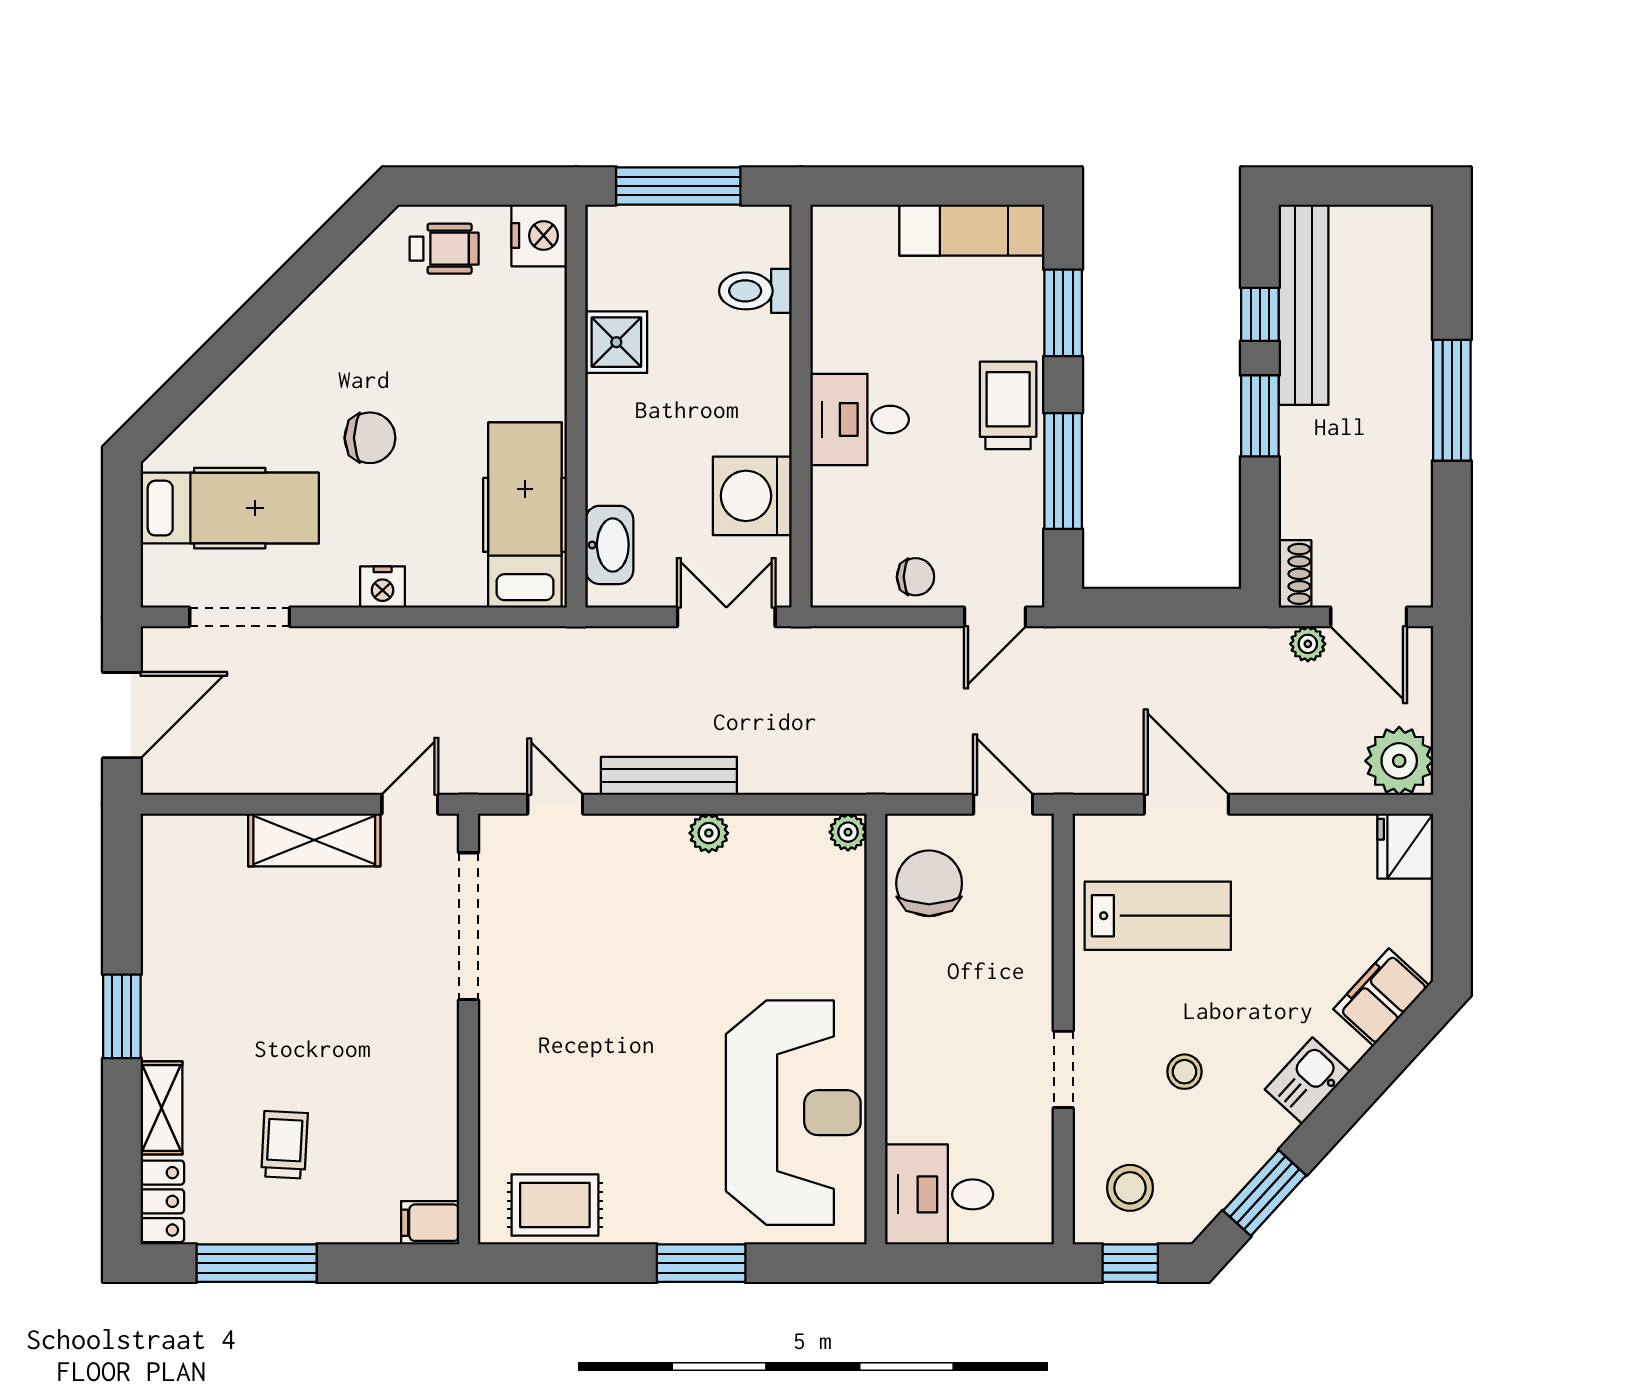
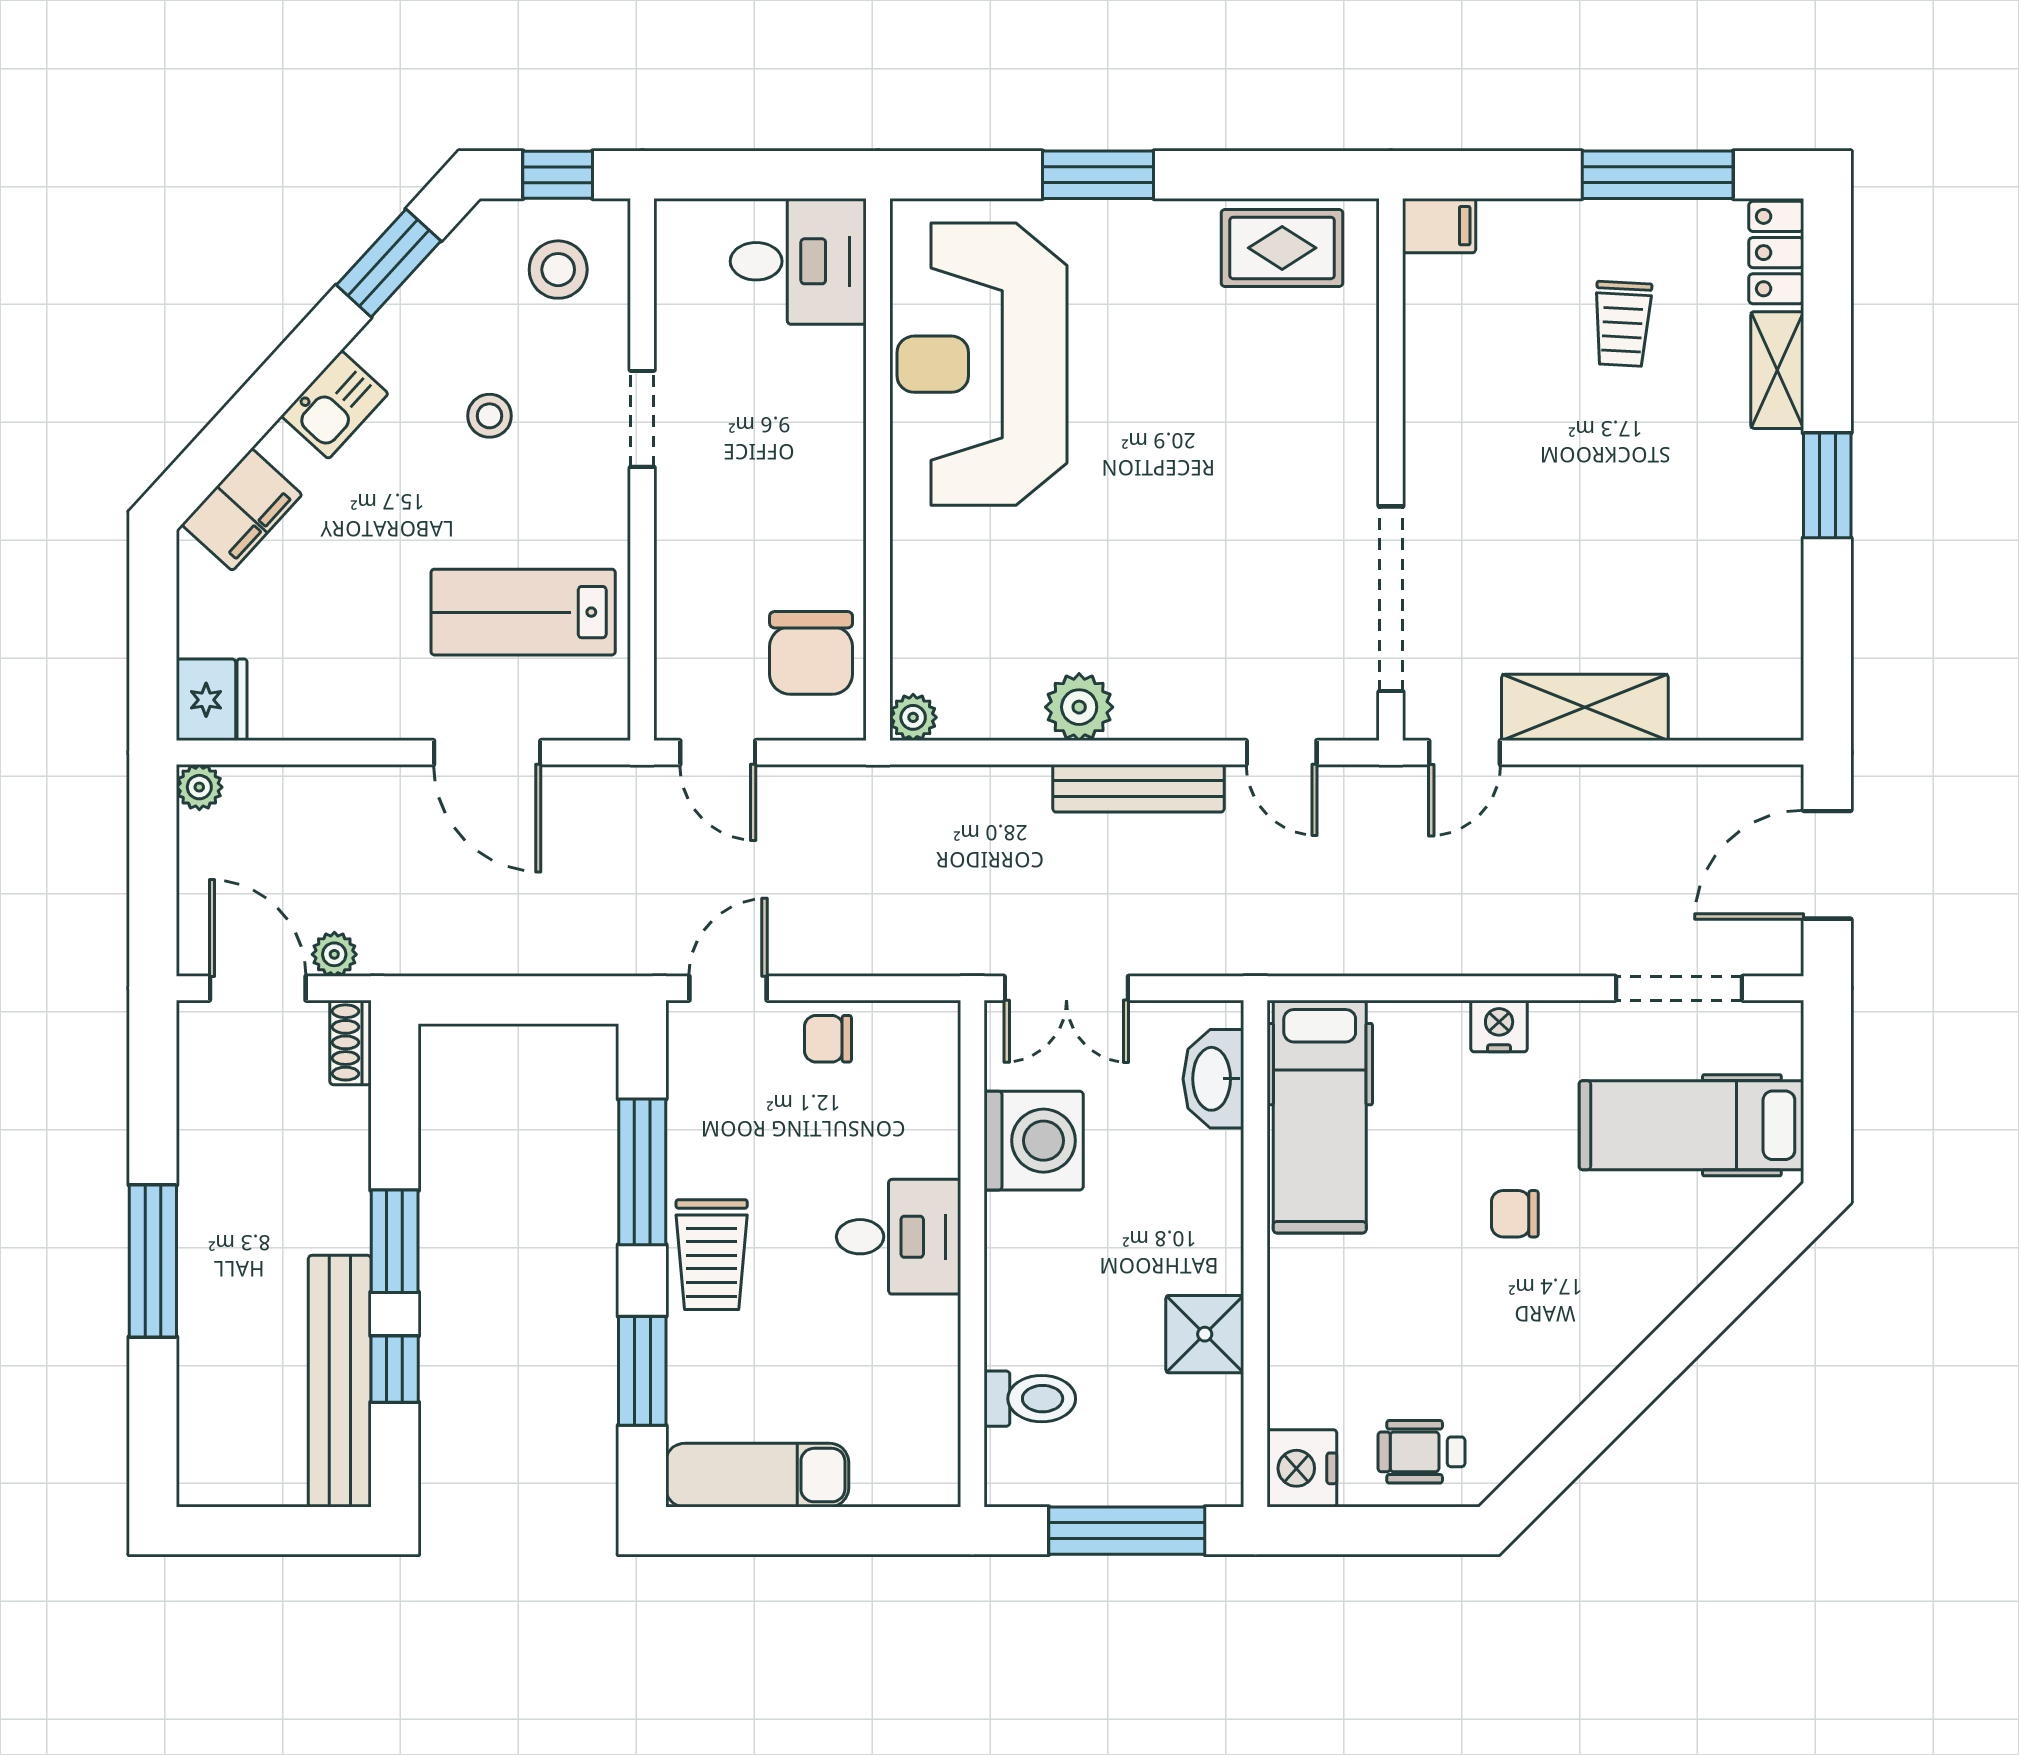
chair: (370, 438) -> (1515, 1214), width x0.73, depth x0.73
plant: (1399, 761) -> (199, 787), width x0.53, depth x0.53
plant: (709, 833) -> (1079, 707), width x1.38, depth x1.38

